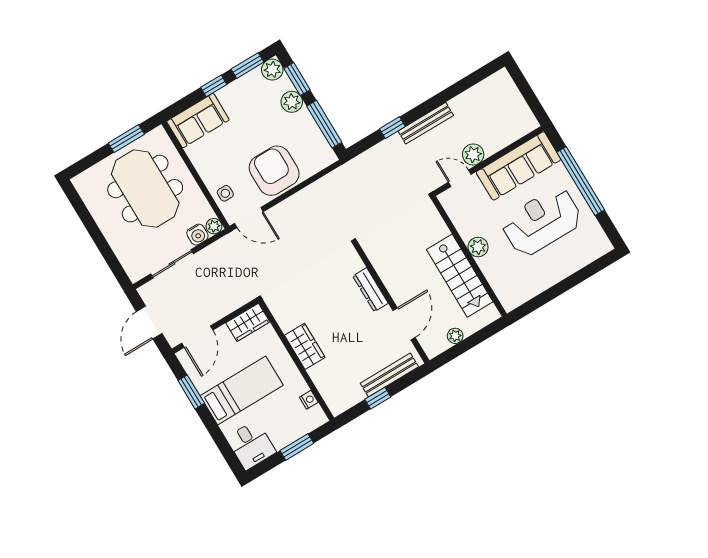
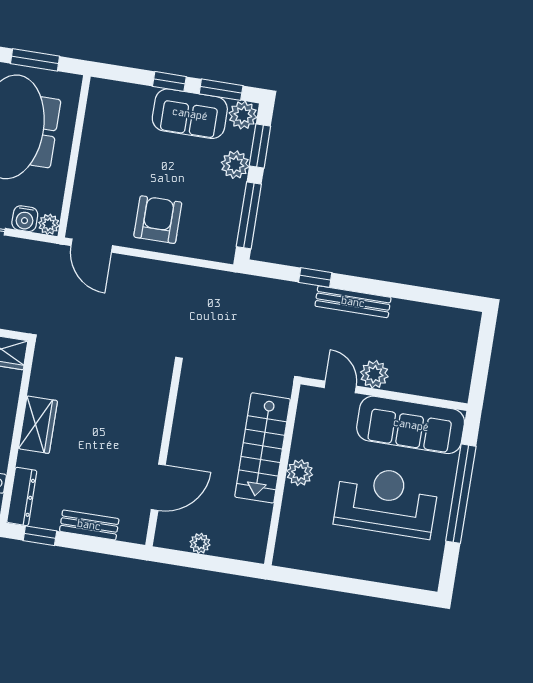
sofa: (198, 121) -> (190, 114), moved
armchair: (274, 171) -> (158, 220), width x0.73, depth x0.73
side table: (225, 193) -> (89, 201), removed
stairs: (460, 276) -> (262, 448), moved
dresser: (371, 290) -> (22, 496), moved, turned 180
bench: (389, 375) -> (89, 525), width x0.73
window: (378, 398) -> (40, 536), moved

